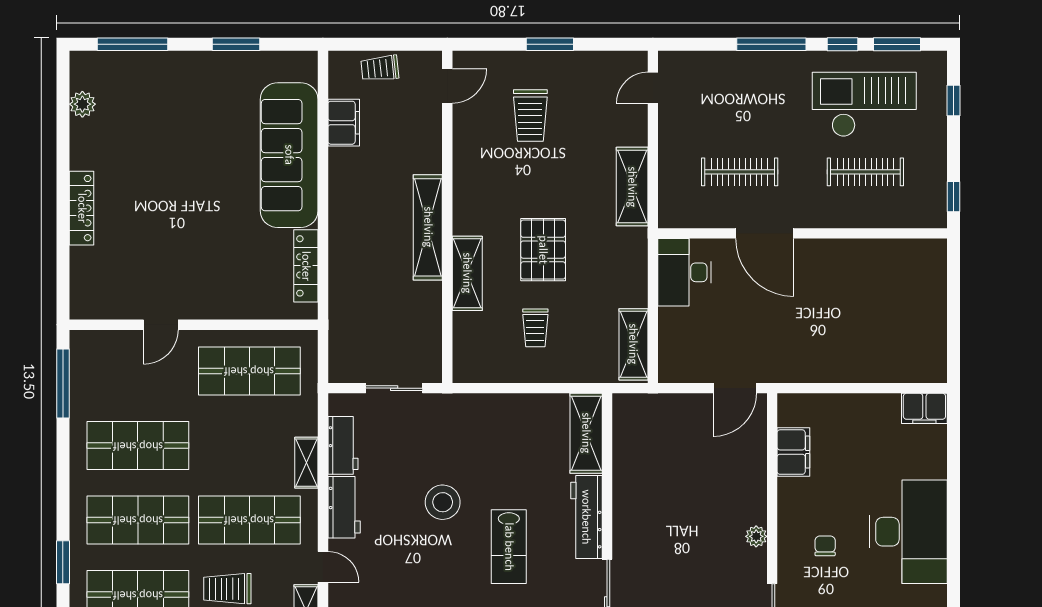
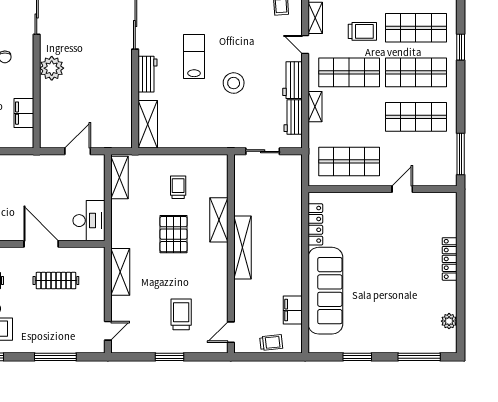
window: (771, 44) -> (55, 357), moved
door: (735, 388) -> (78, 151), moved
workbench: (586, 517) -> (148, 74), width x0.73
plant: (756, 536) -> (52, 68), width x1.88, depth x1.88

